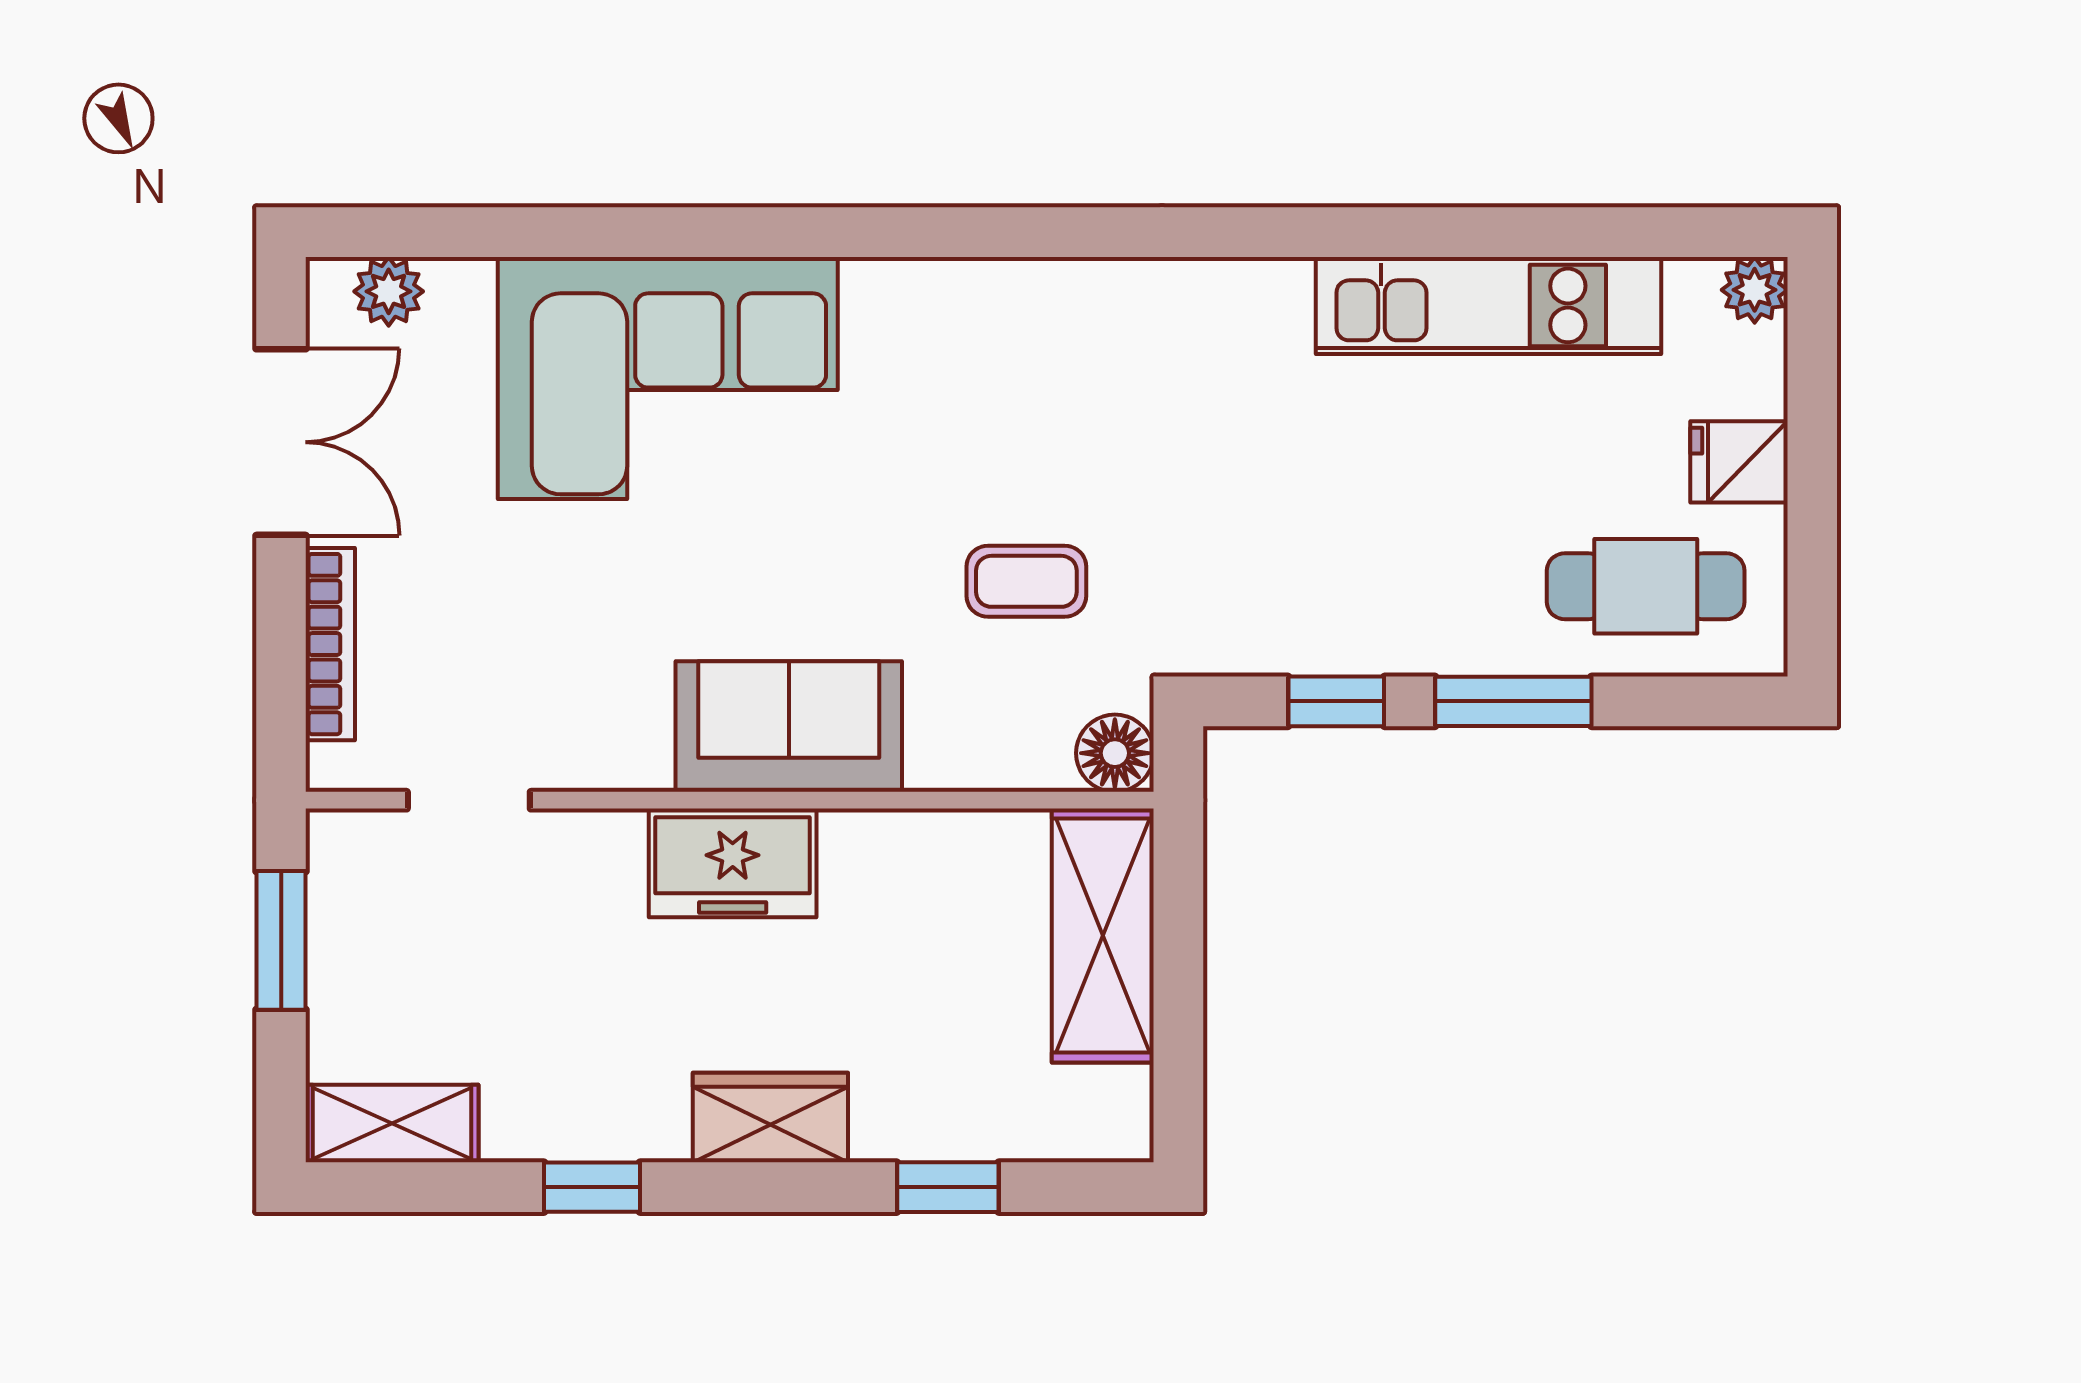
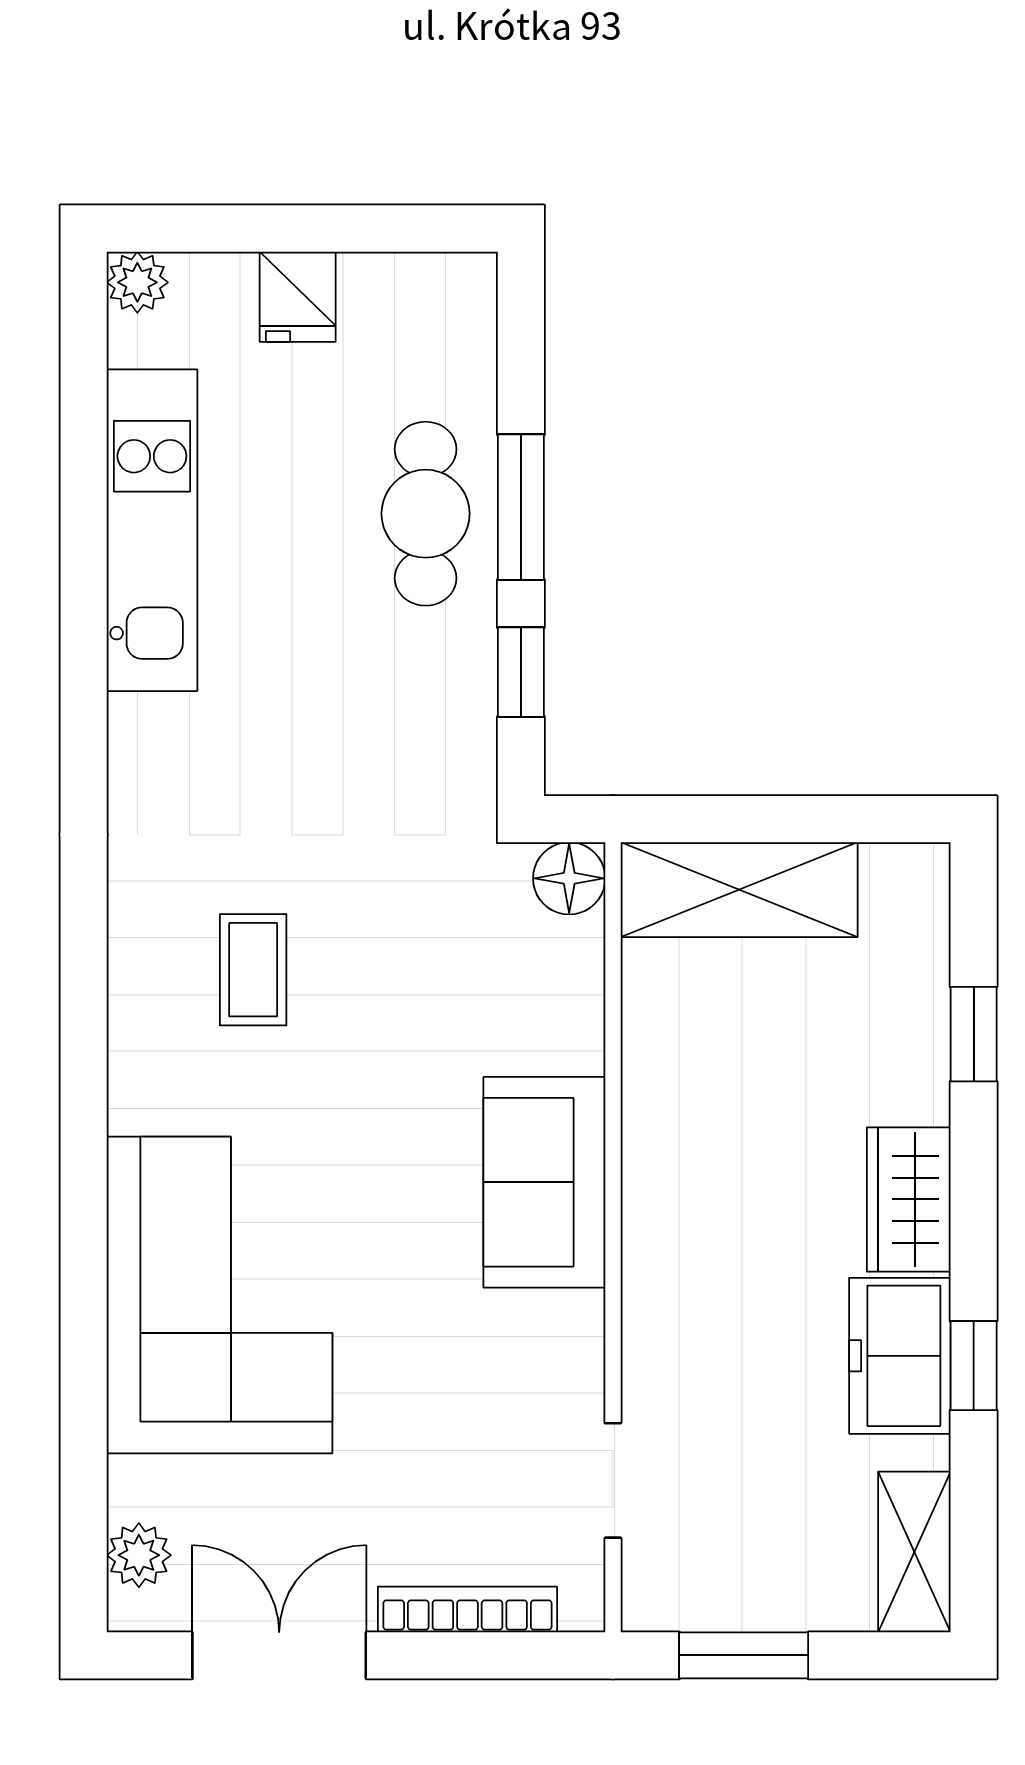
coffee table: (1026, 581) -> (253, 970), moved
cafe table: (1646, 586) -> (426, 514), moved
freezer: (733, 863) -> (900, 1356), moved, turned 180

